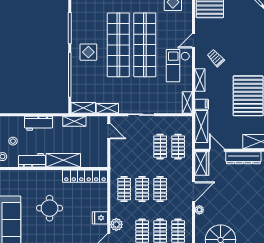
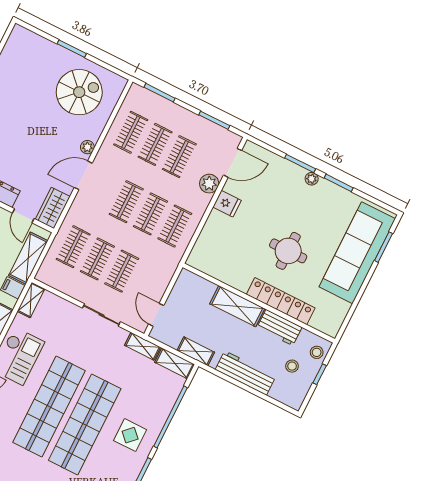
workbench: (38, 123) -> (245, 373), width x1.38
clothes rail: (142, 147) -> (122, 271), added
locker: (85, 176) -> (281, 301), moved

